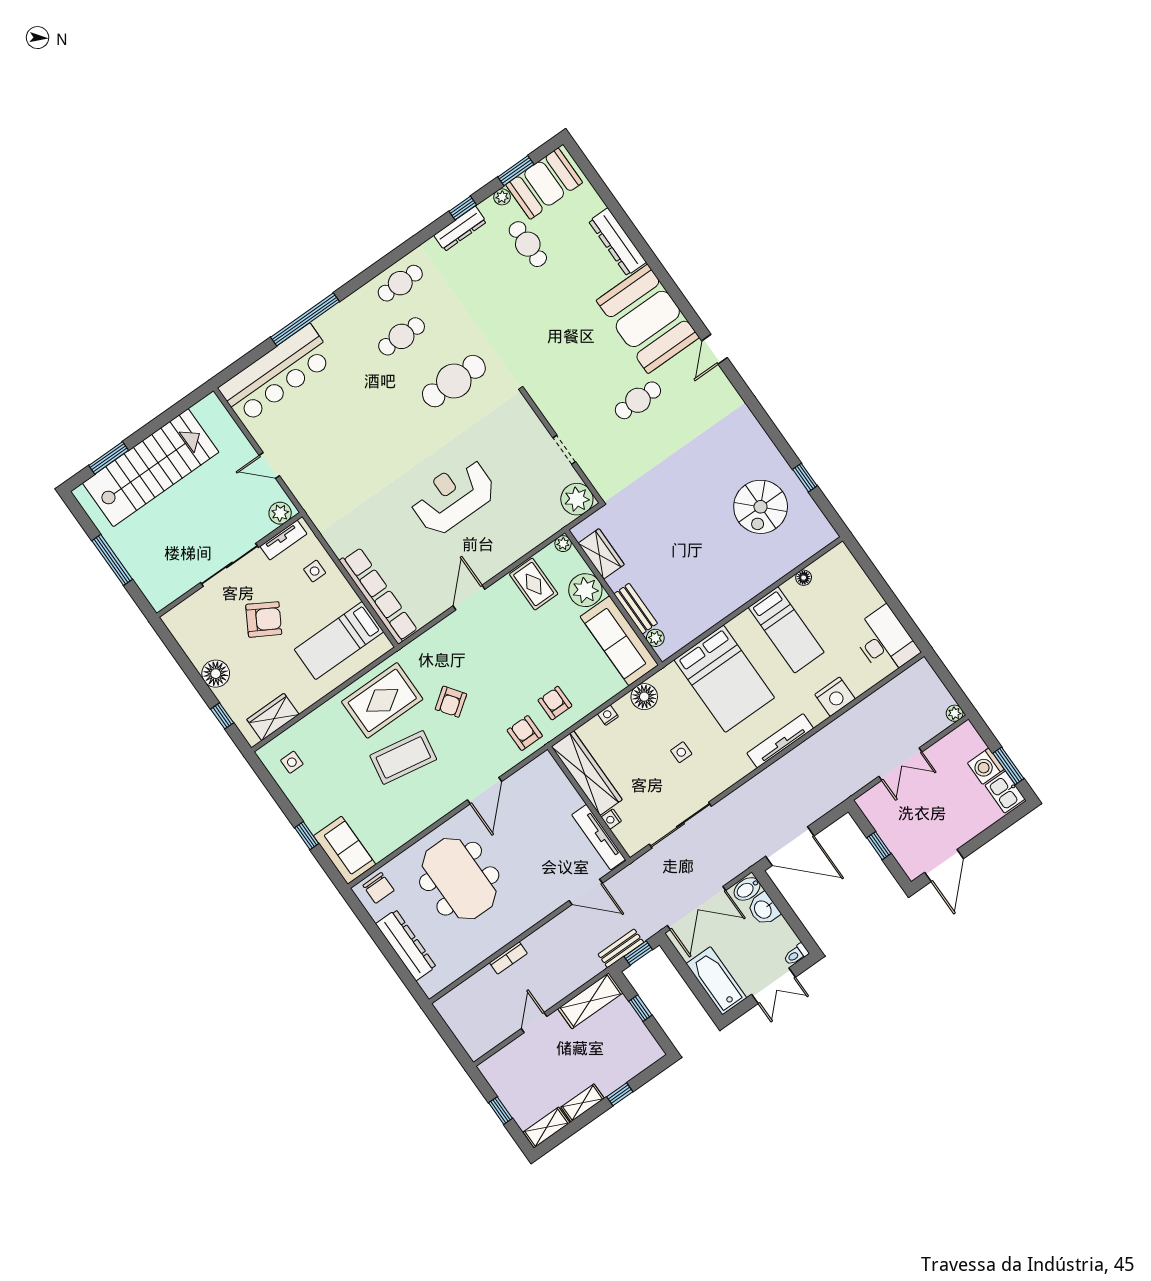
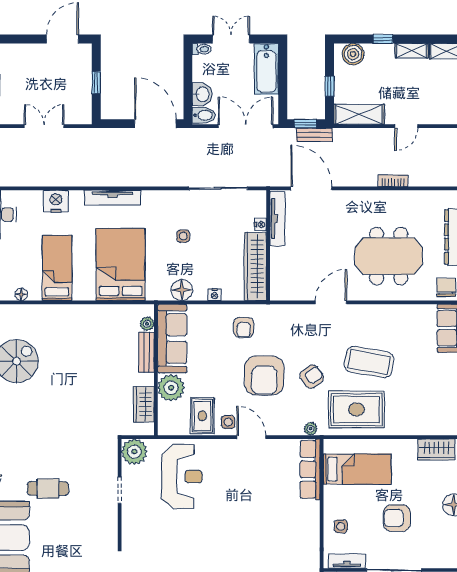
reception desk: (453, 496) -> (182, 477), moved, turned -90
plant: (563, 544) -> (311, 429), moved
row of seats: (379, 595) -> (310, 469), width x0.73
door: (469, 598) -> (251, 437), swing flipped
armchair: (264, 619) -> (397, 518), turned -30
armchair: (525, 733) -> (264, 375), moved, width x1.88, depth x1.88
side table: (292, 762) -> (228, 422), moved
meeting table: (459, 879) -> (389, 256), turned 90
door: (586, 892) -> (311, 188), width x1.36
boiler: (639, 1058) -> (353, 54), added

